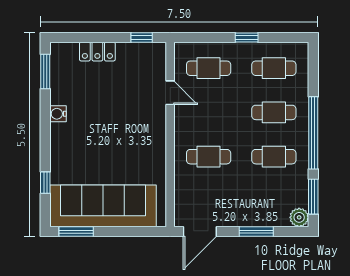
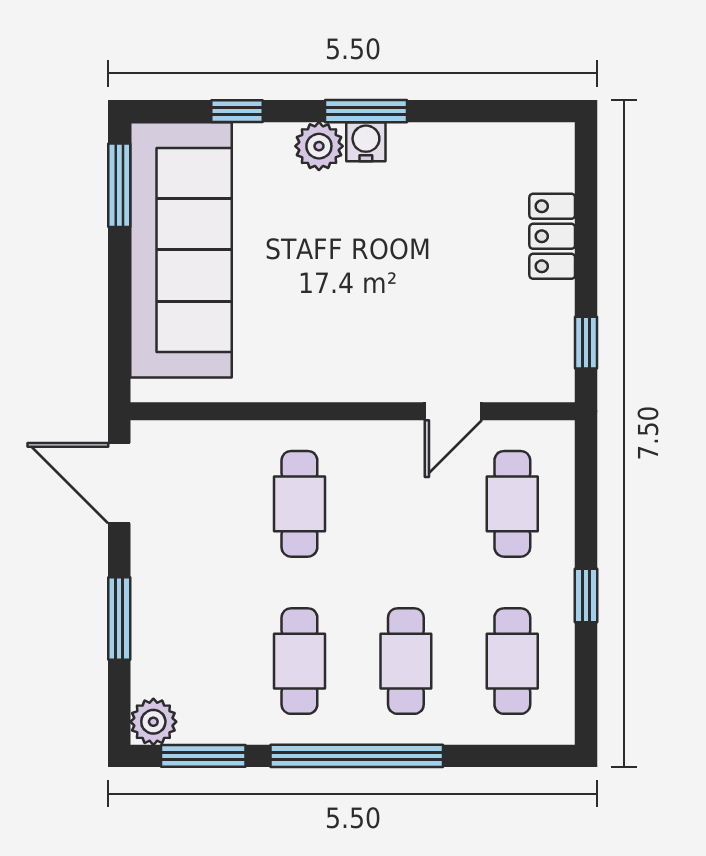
window: (45, 72) -> (366, 111), moved
water cooler: (58, 114) -> (366, 142), moved
plant: (60, 149) -> (319, 146), added

